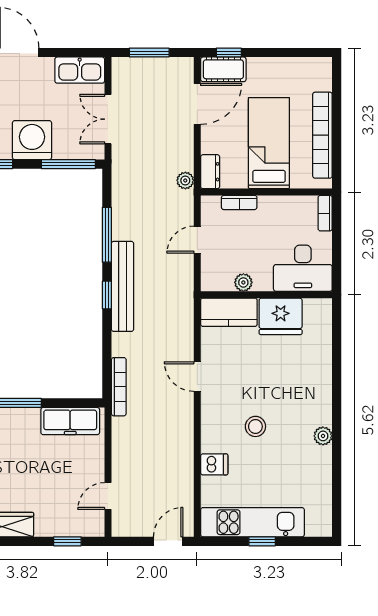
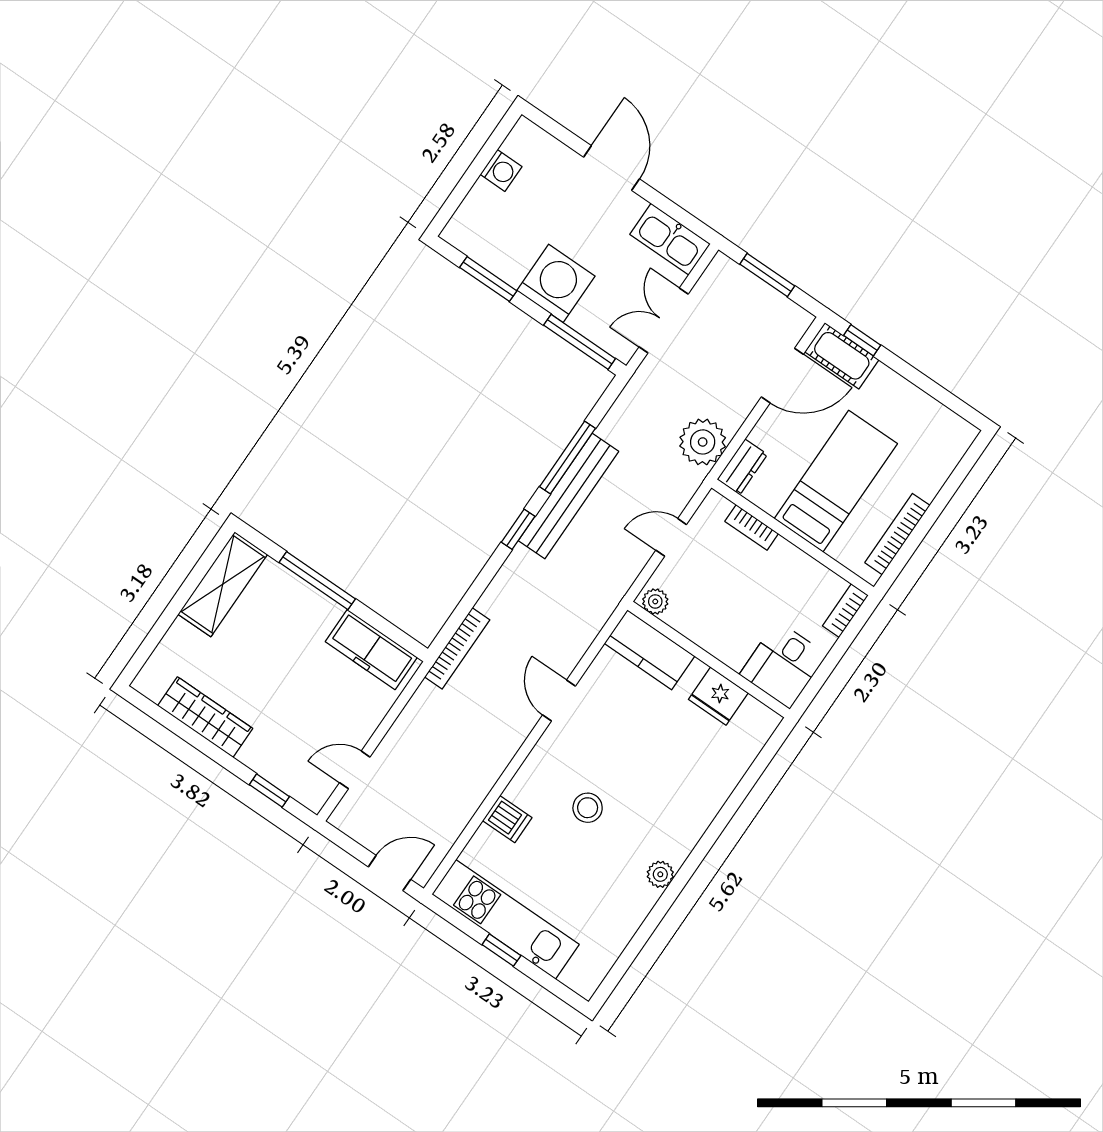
bookcase: (322, 135) -> (897, 534), width x0.68, depth x0.76
plant: (185, 180) -> (703, 442), width x1.88, depth x1.88
desk: (303, 268) -> (783, 665), width x0.73
plant: (243, 282) -> (655, 601), moved
bench: (122, 286) -> (569, 496), moved
fridge: (281, 316) -> (718, 696), width x0.73, depth x0.75

